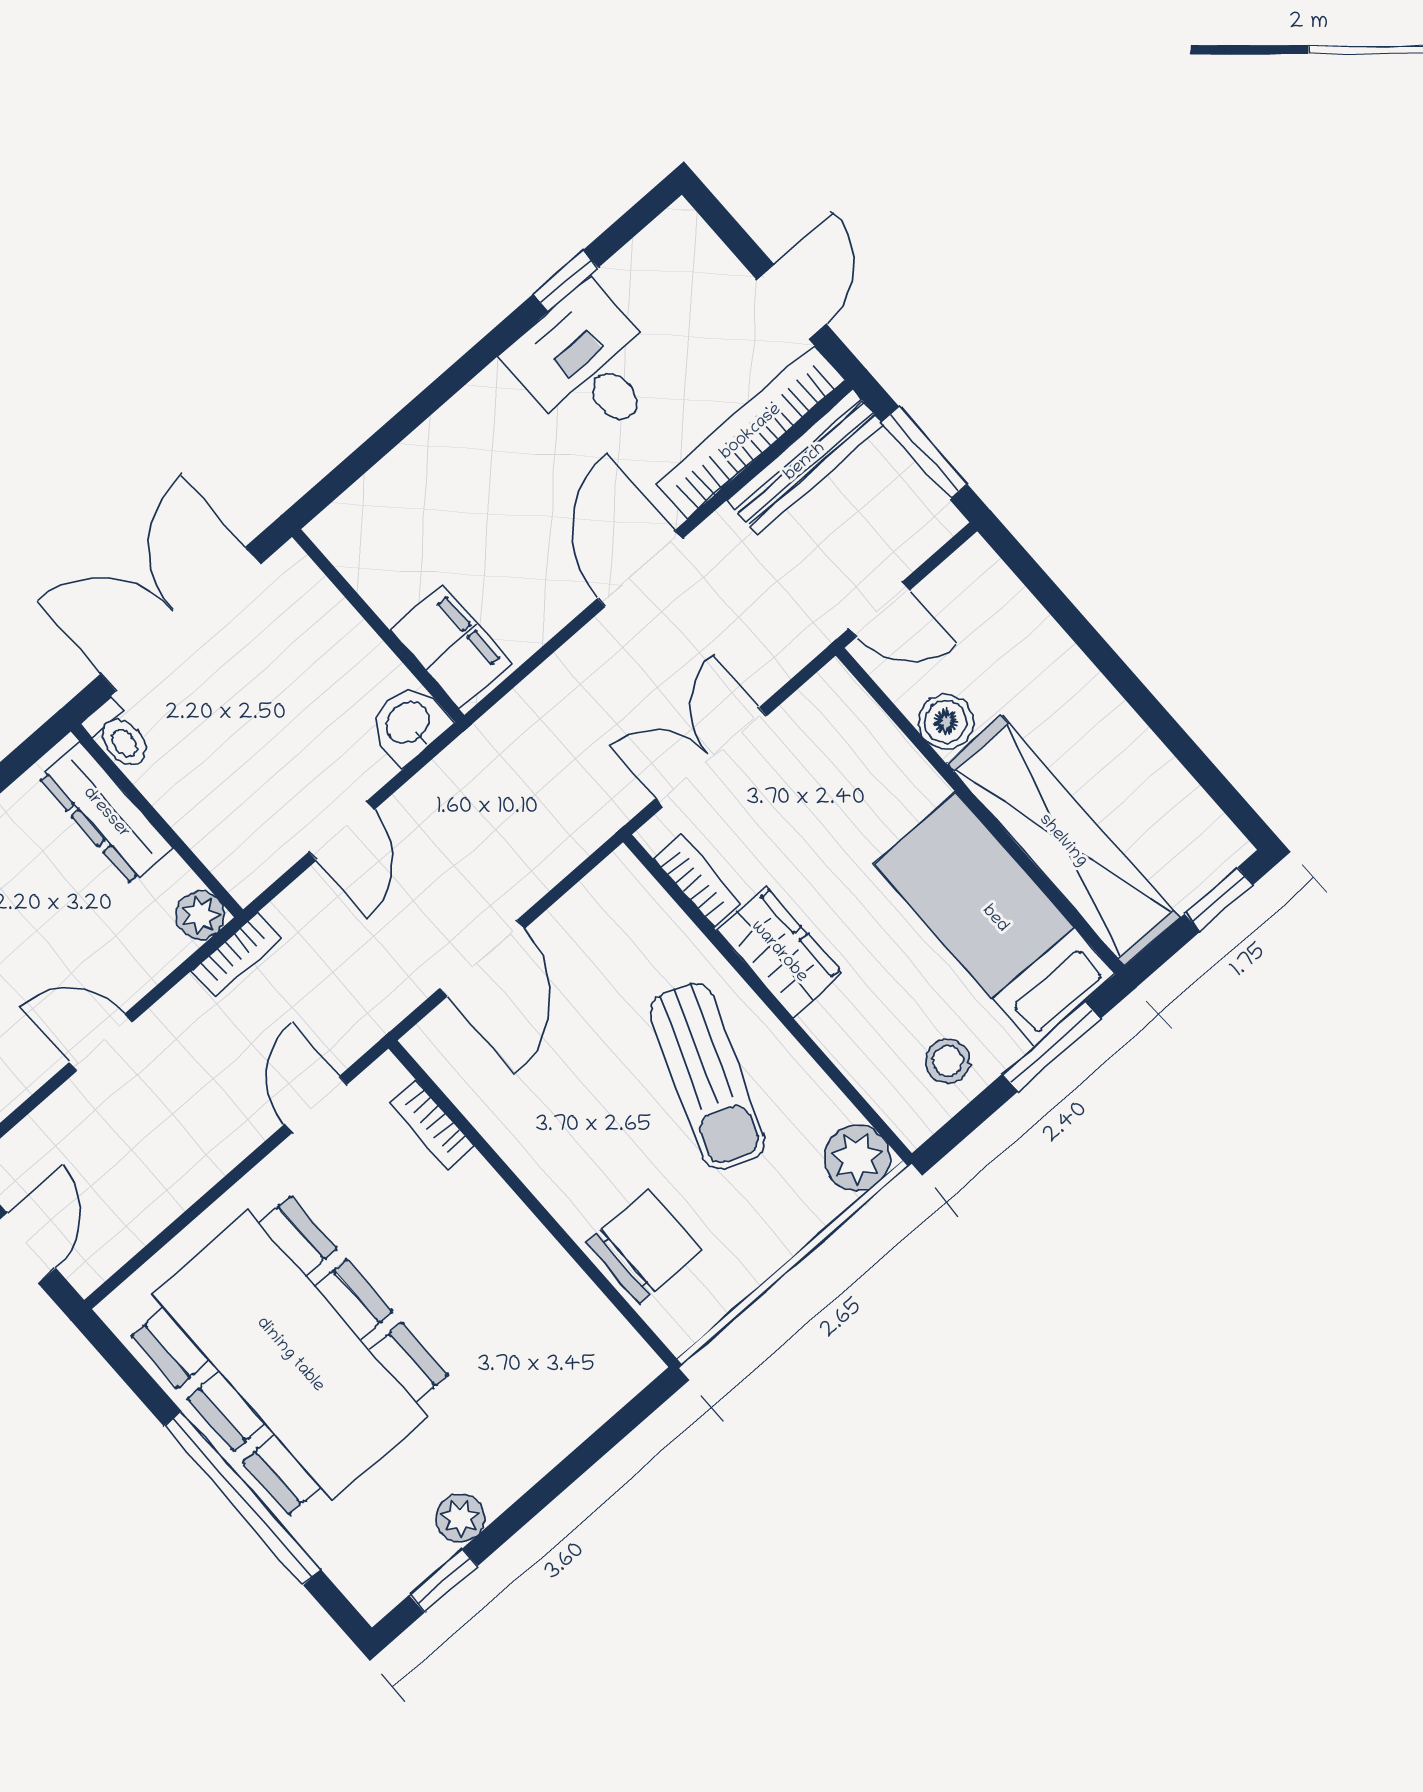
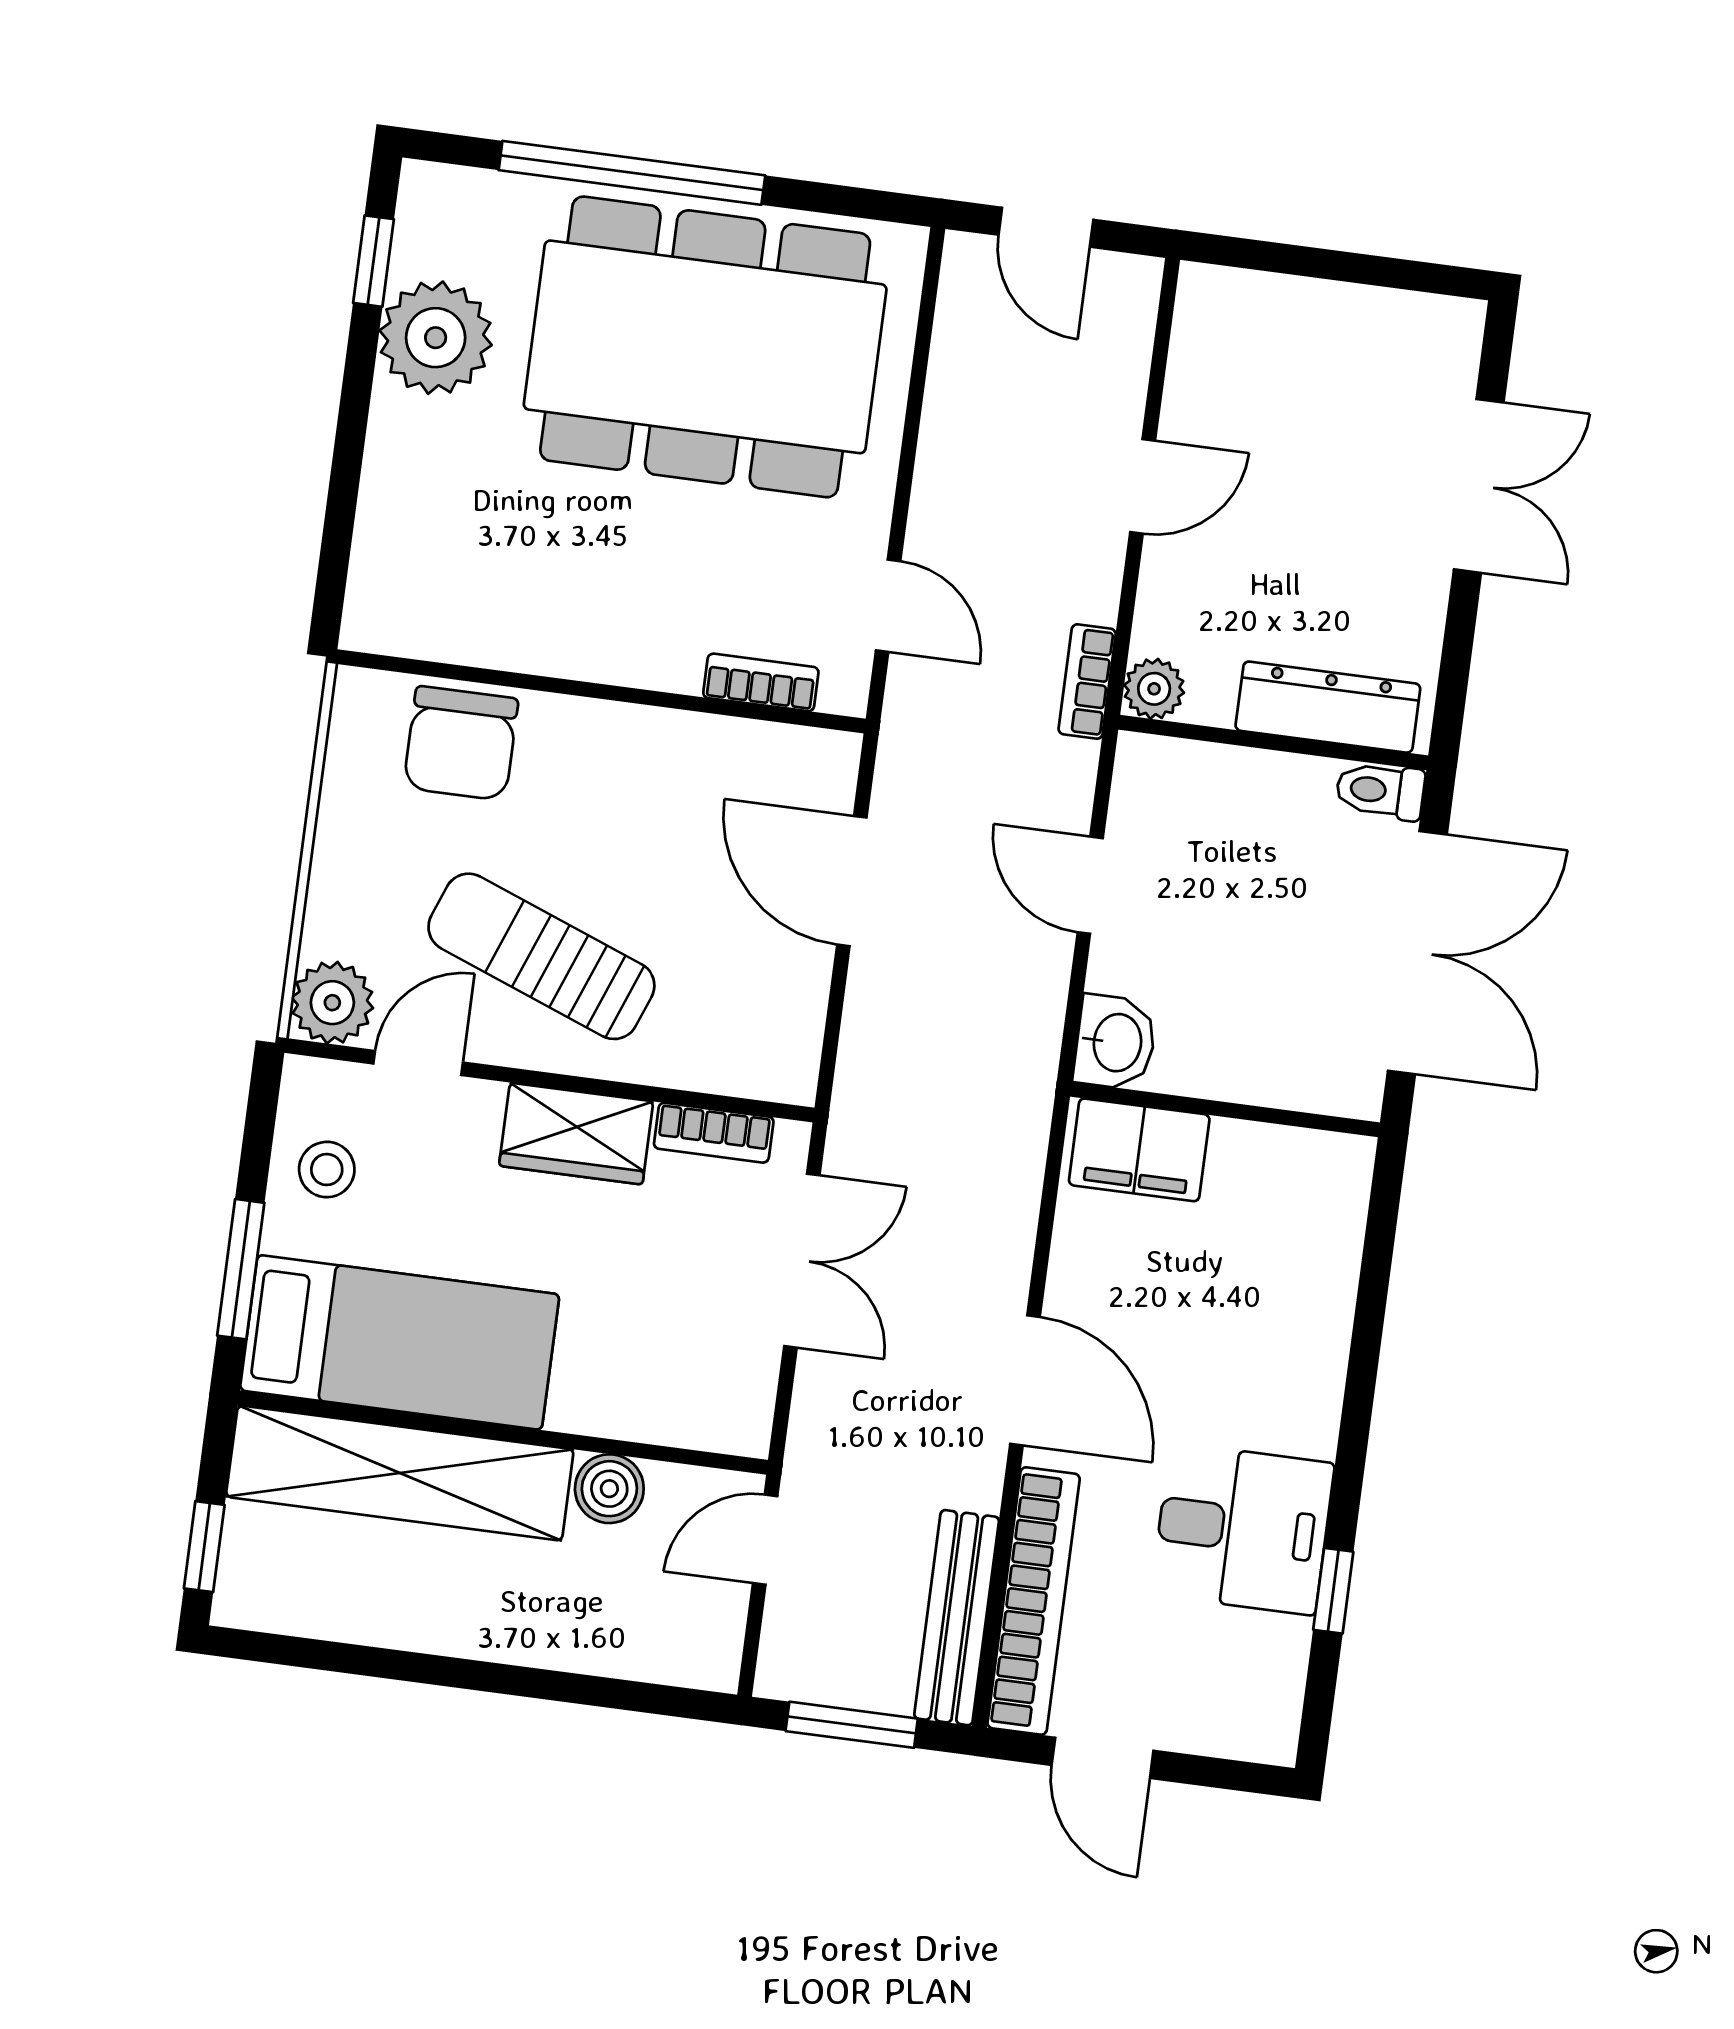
door: (837, 1077) -> (418, 1063), added
plant: (460, 1518) -> (436, 338), width x1.88, depth x1.88

